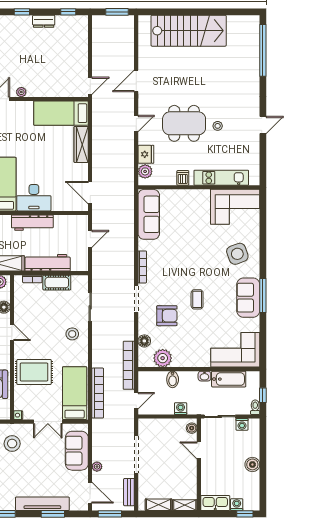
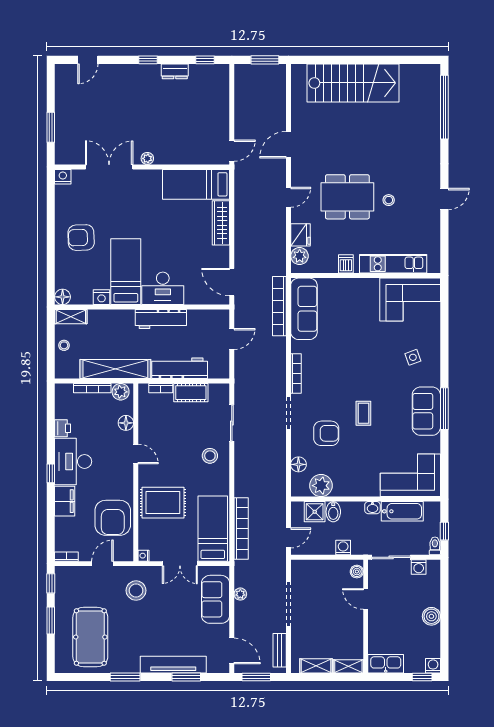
side table: (237, 254) -> (413, 357), width x0.54, depth x0.54
bookcase: (129, 365) -> (279, 306), moved
shower: (157, 379) -> (315, 512), added
plant: (97, 467) -> (240, 594), moved
washing machine: (237, 505) -> (433, 666), moved

